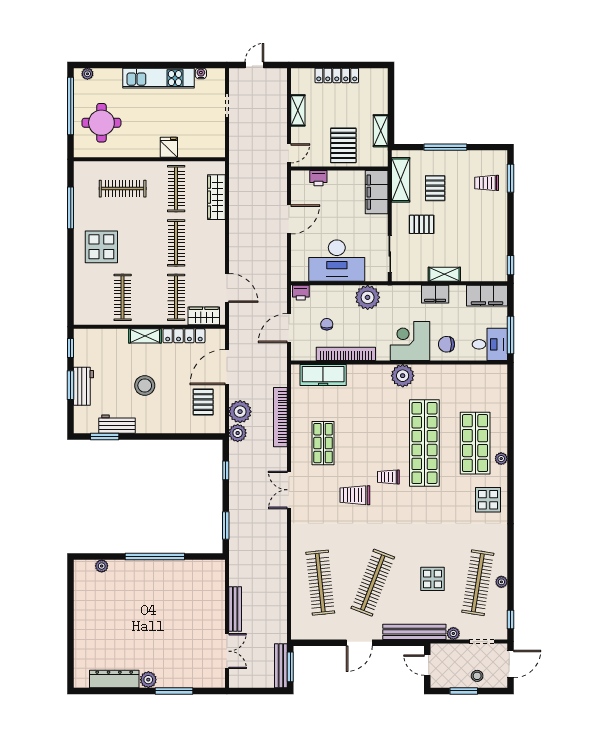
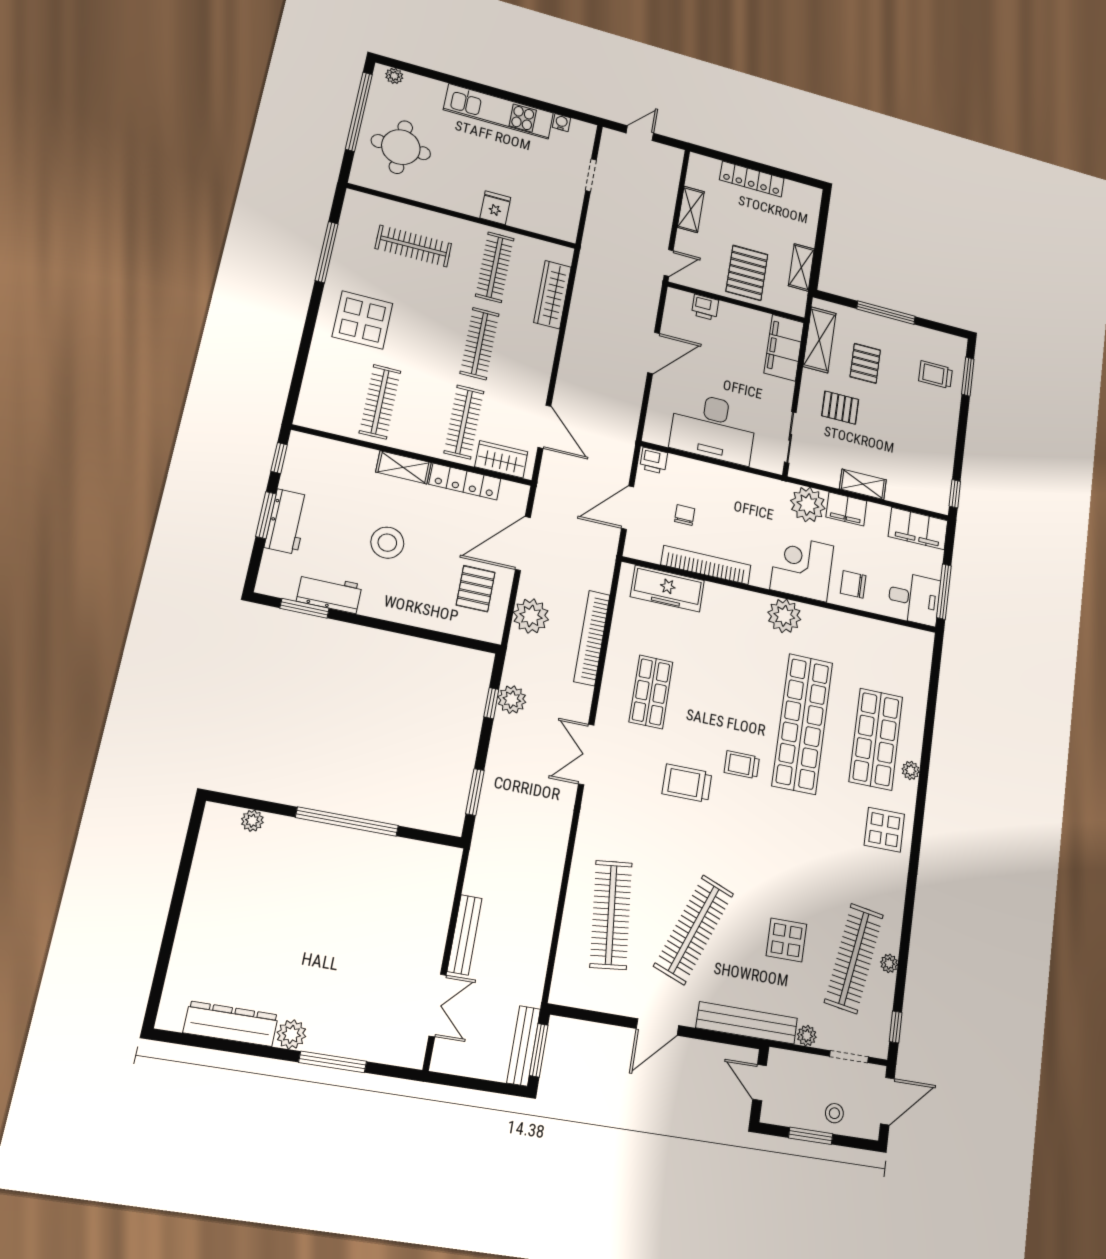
plant: (368, 297) -> (808, 505), moved
plant: (238, 433) -> (512, 700), moved

